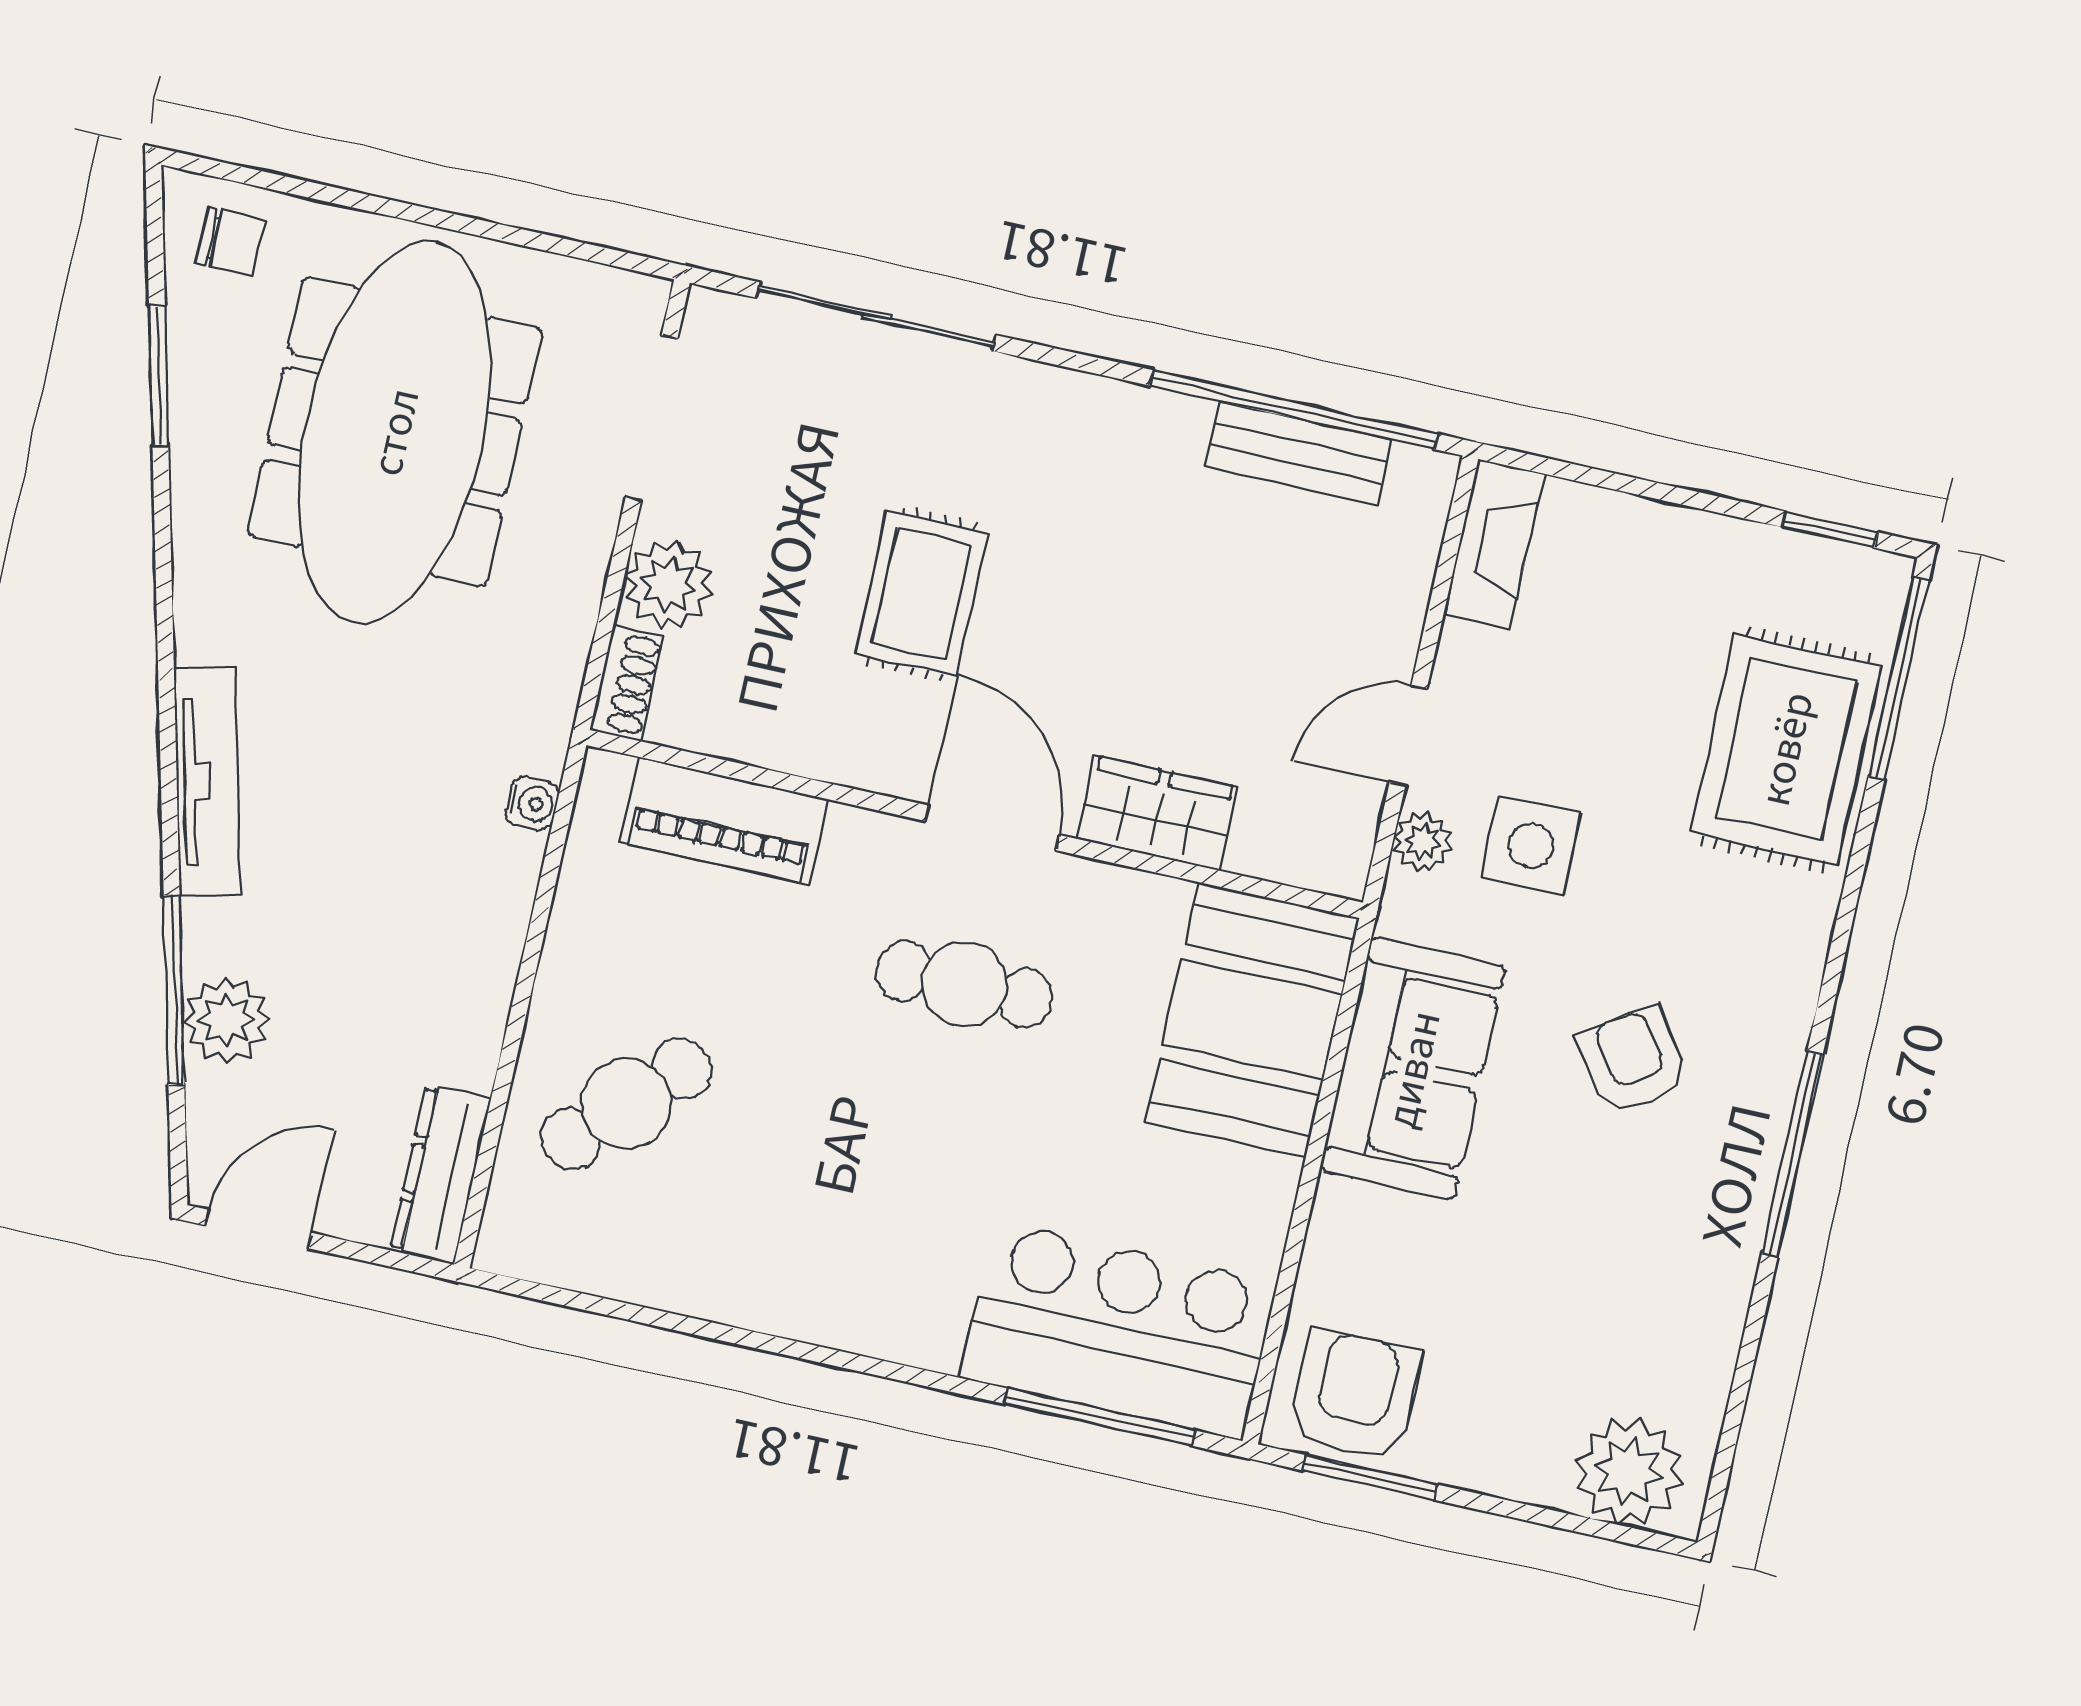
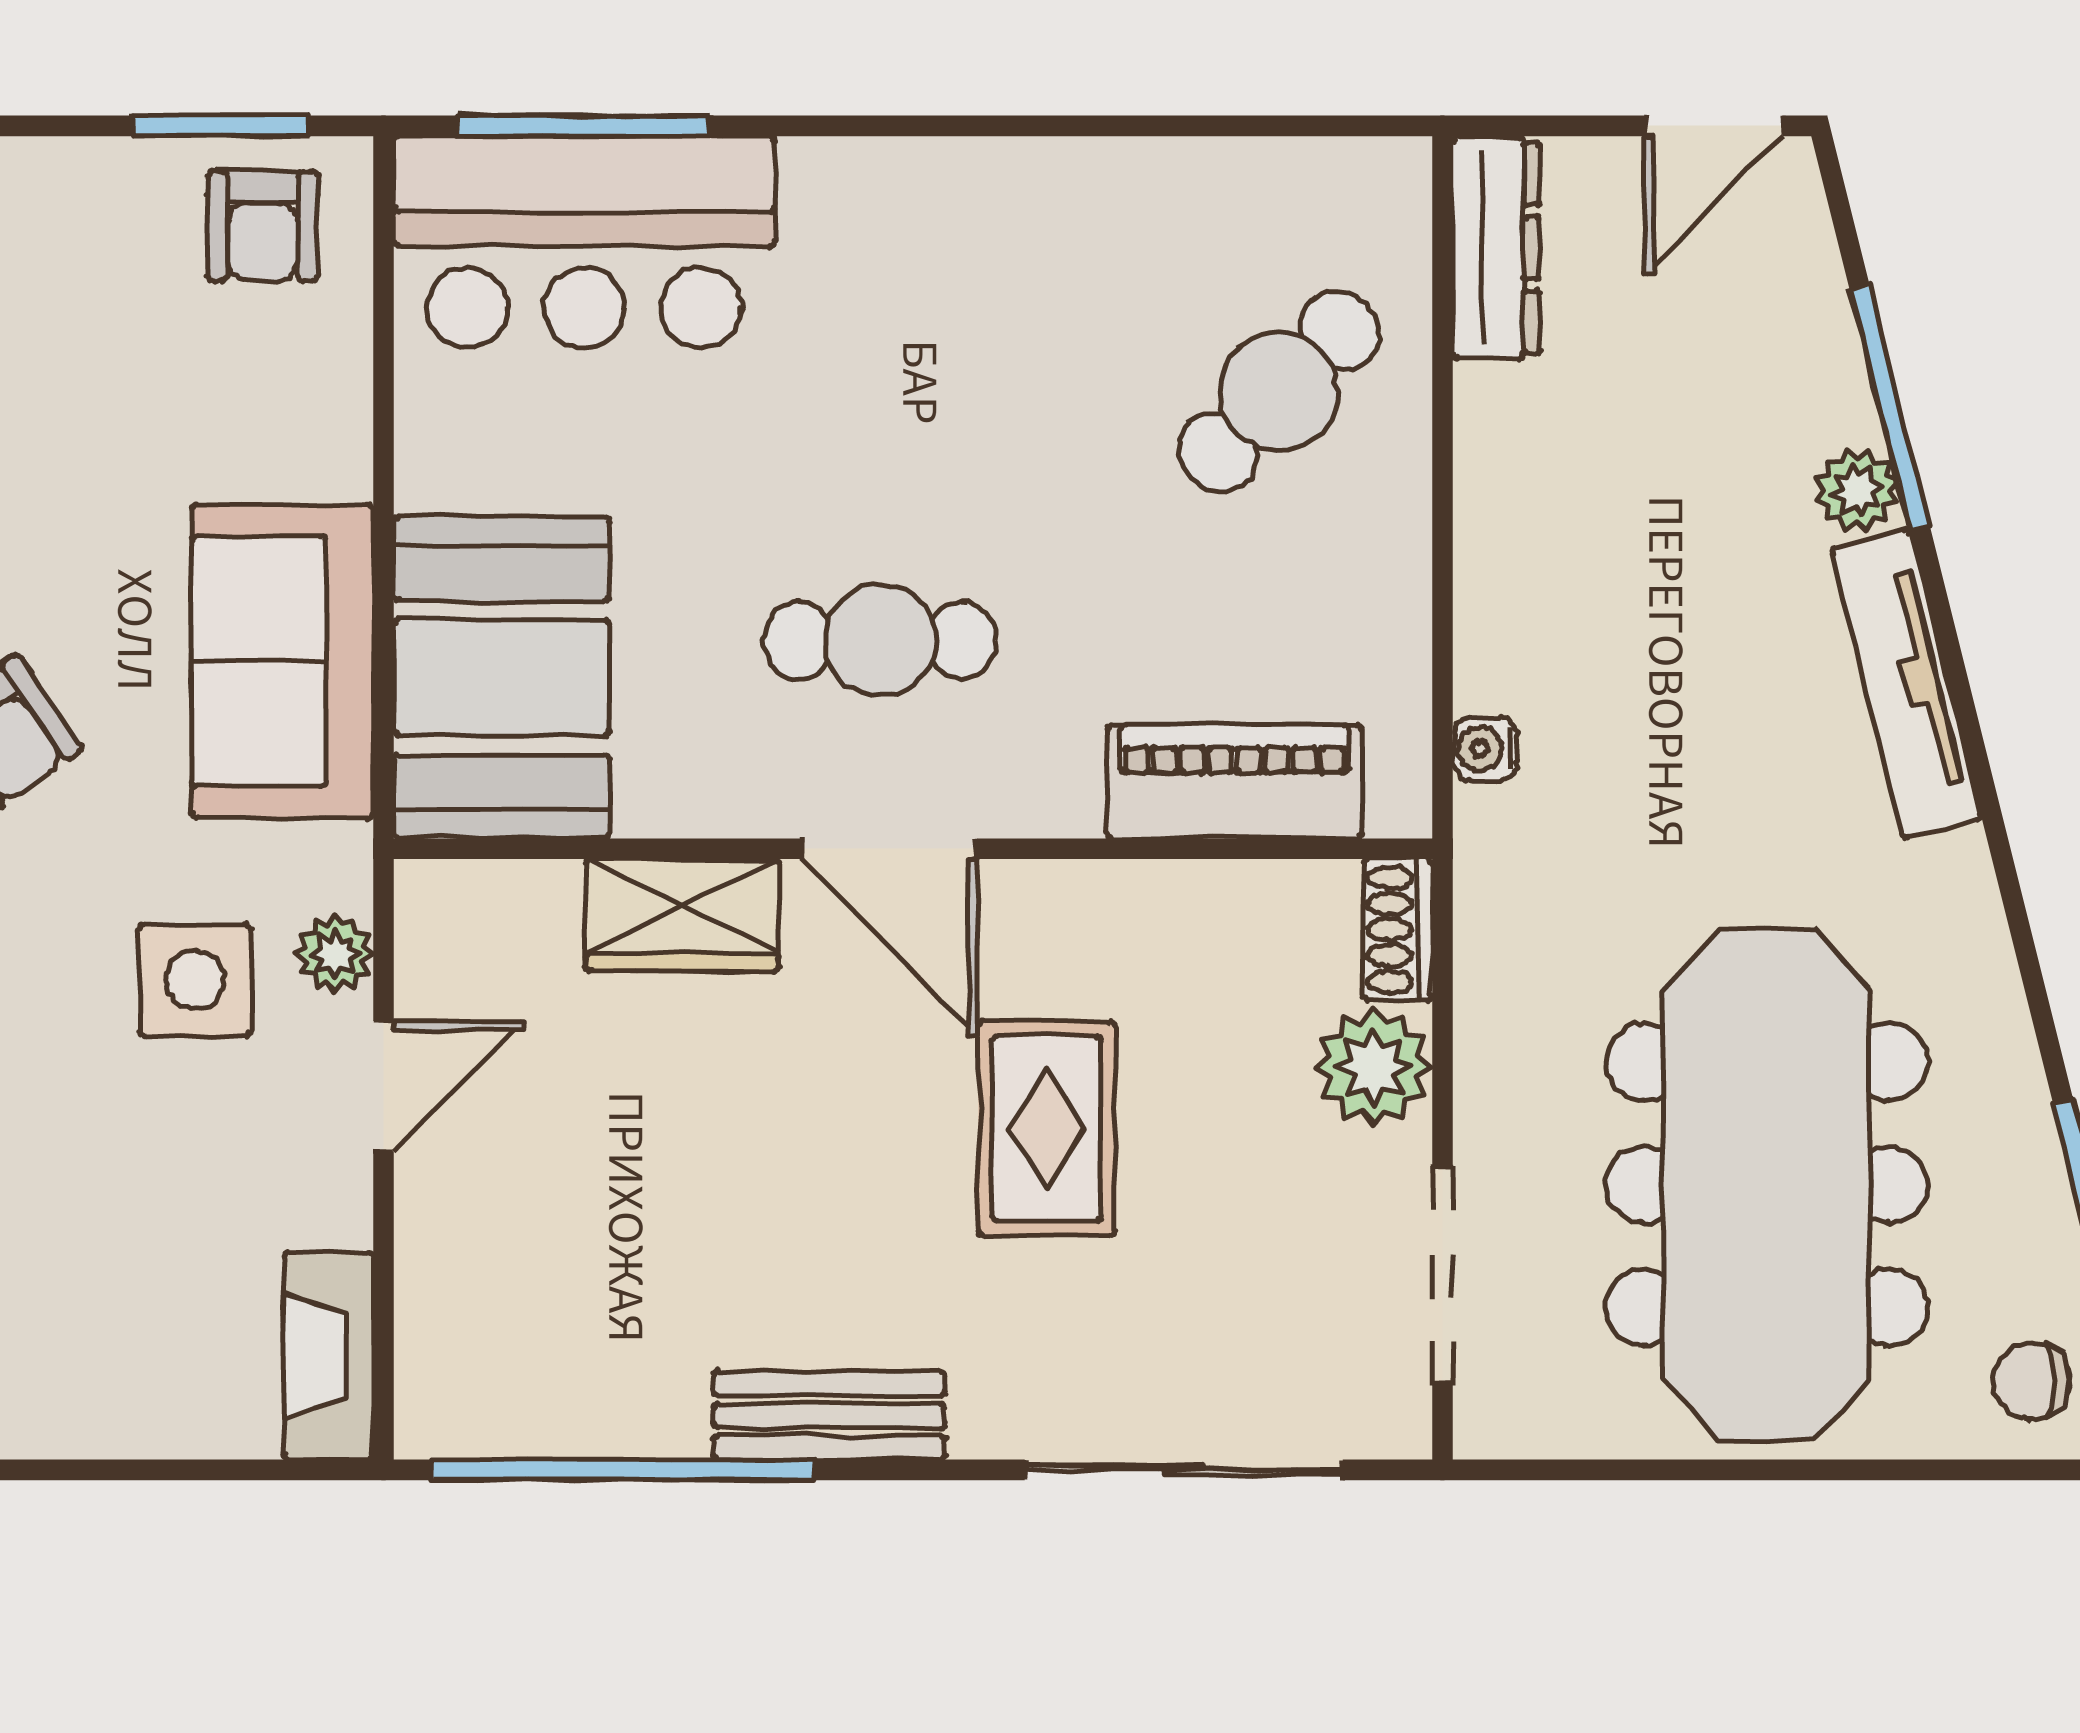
bench: (1299, 453) -> (829, 1415), moved
plant: (226, 1020) -> (1857, 491), moved, width x0.73, depth x0.73
armchair: (1355, 1396) -> (263, 226), width x0.72, depth x0.72

